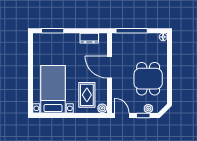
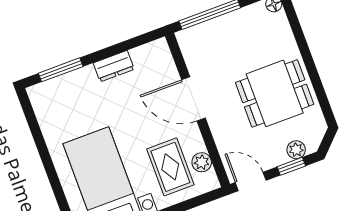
dresser: (89, 38) -> (114, 66), moved
dining table: (148, 79) -> (275, 93), turned 90
plant: (102, 108) -> (202, 162), moved

